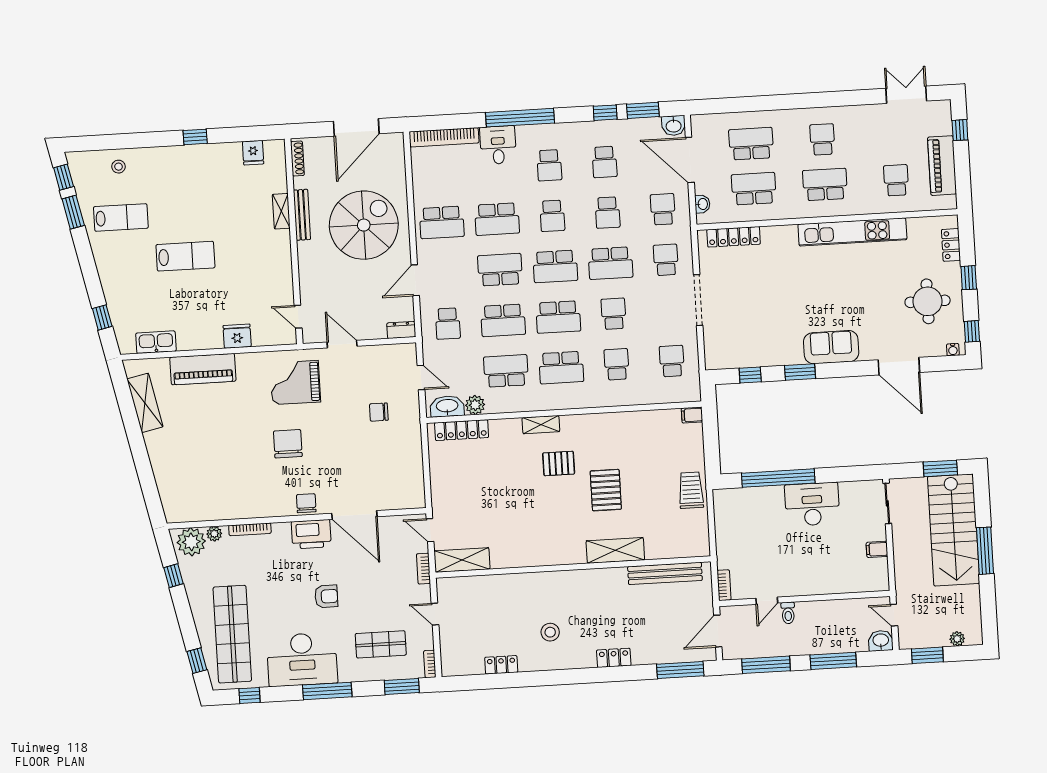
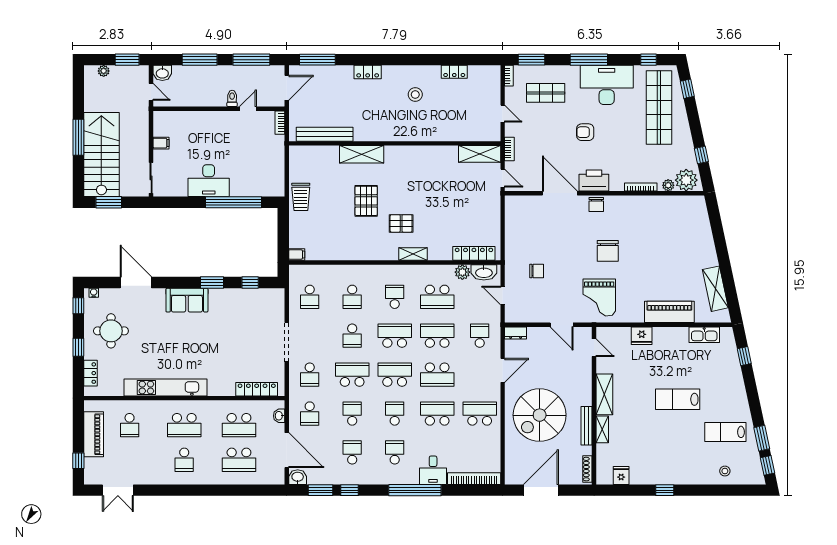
shelving: (281, 257) -> (604, 394), added
school desk: (561, 368) -> (395, 297), width x0.54
grand piano: (295, 383) -> (599, 297), turned 90

